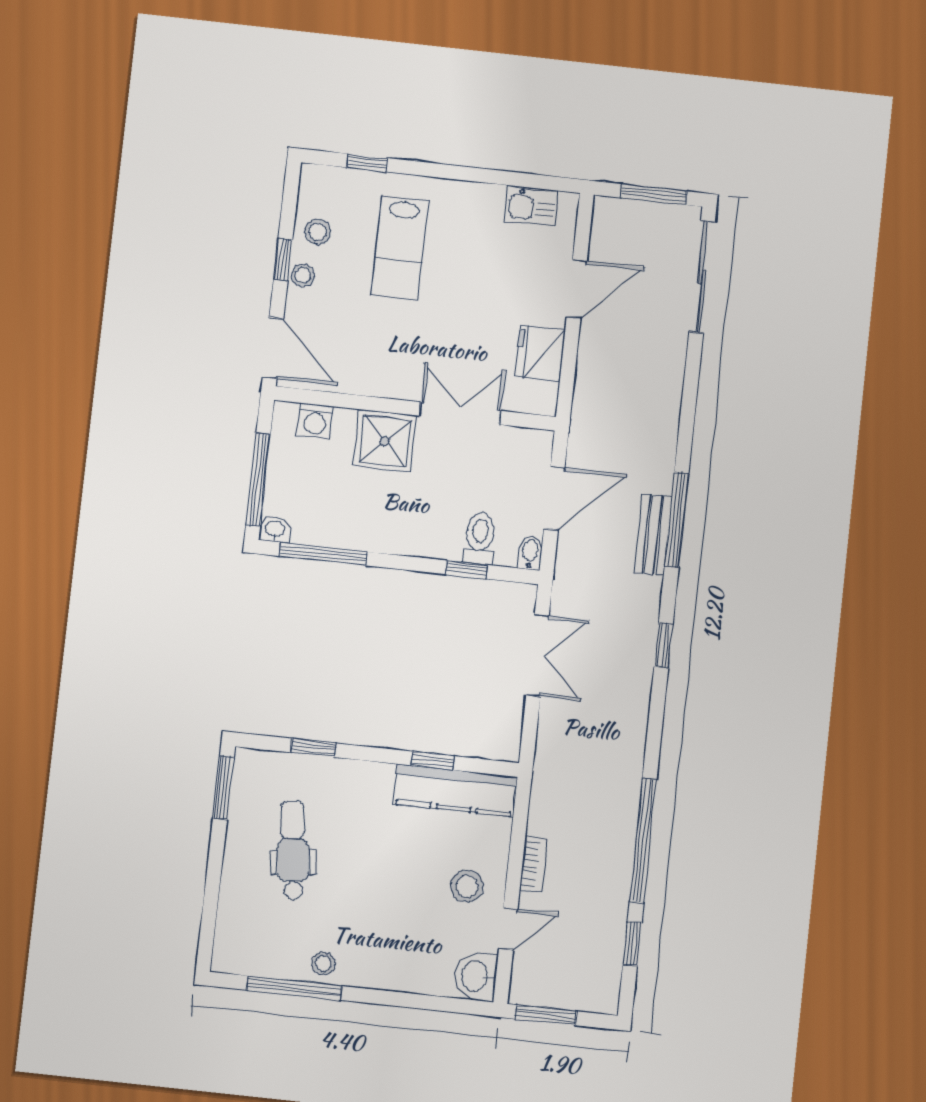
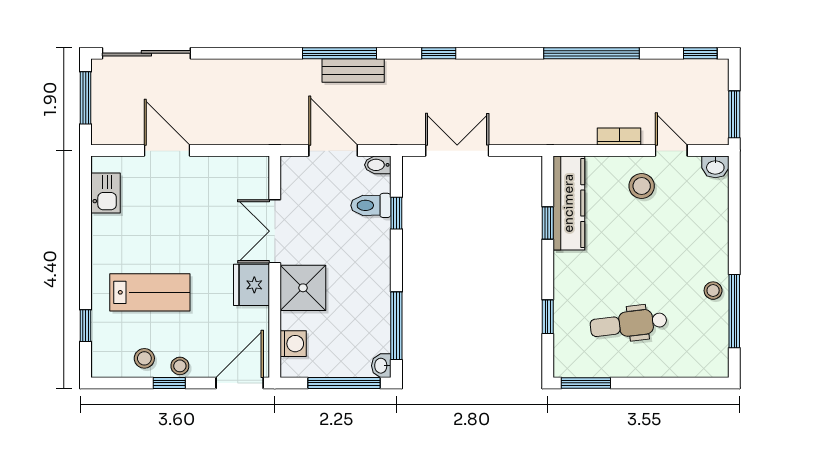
fridge: (540, 353) -> (251, 285), moved, turned 90
window: (632, 943) -> (700, 53), moved
washbasin: (476, 976) -> (715, 167), width x0.72, depth x0.69

